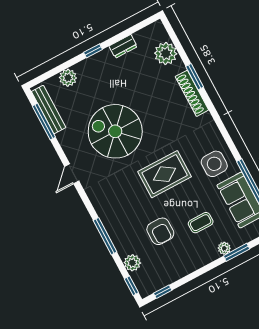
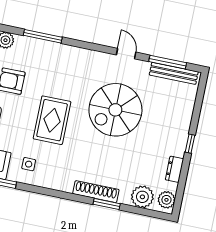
plant: (68, 78) -> (166, 200), moved
spiral stairs: (115, 131) -> (115, 110), turned 180
side table: (214, 164) -> (29, 164), width x0.54, depth x0.54
door: (72, 174) -> (126, 54), moved

